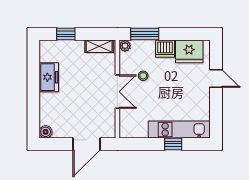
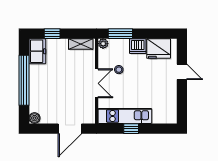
freezer: (49, 77) -> (37, 51), moved
window: (33, 88) -> (24, 80), added
kitchen unit: (179, 129) -> (125, 116), moved
window: (173, 144) -> (131, 129), moved

